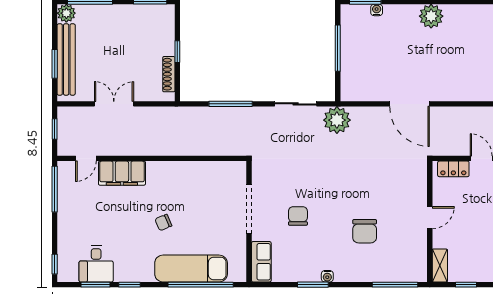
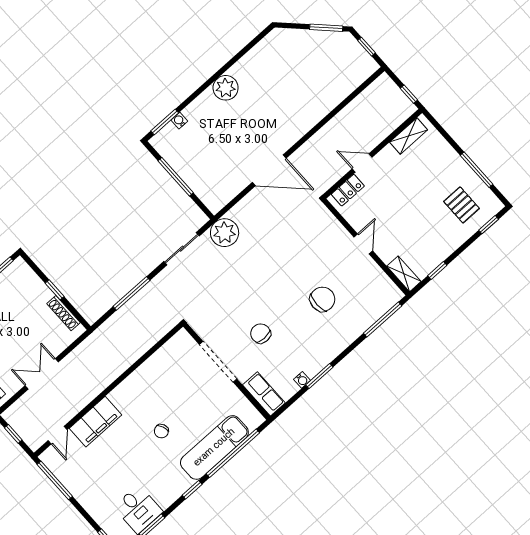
chair: (365, 231) -> (322, 299), turned -90
water cooler: (327, 276) -> (302, 380), moved
window: (130, 285) -> (192, 490), moved

